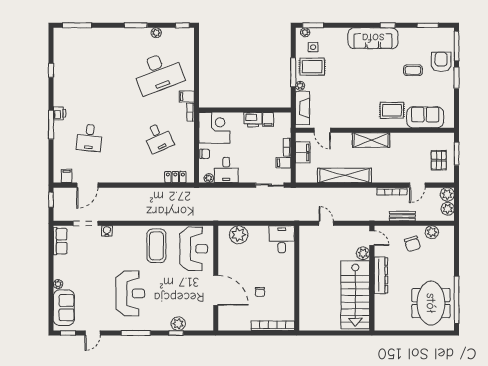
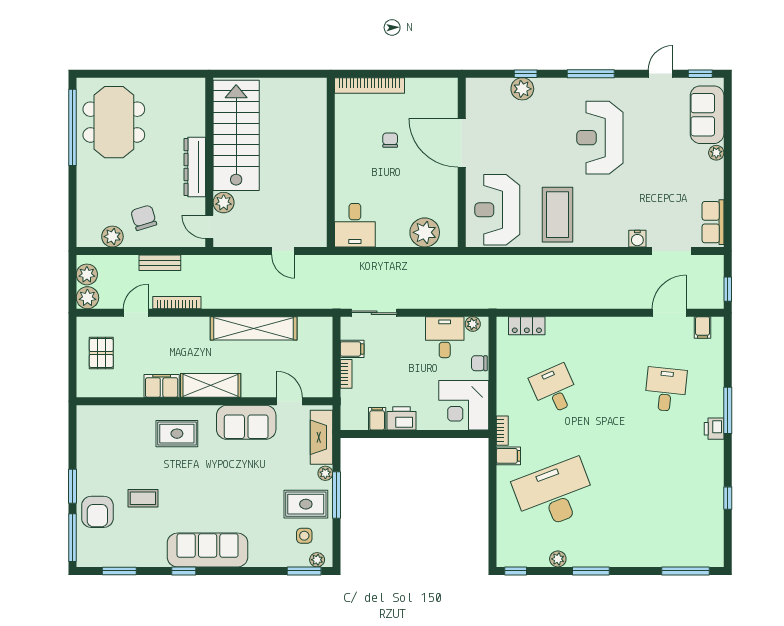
sofa: (425, 117) -> (246, 422), moved
filing cabinet: (303, 152) -> (162, 386), moved, turned 90
window: (457, 154) -> (72, 364), removed

